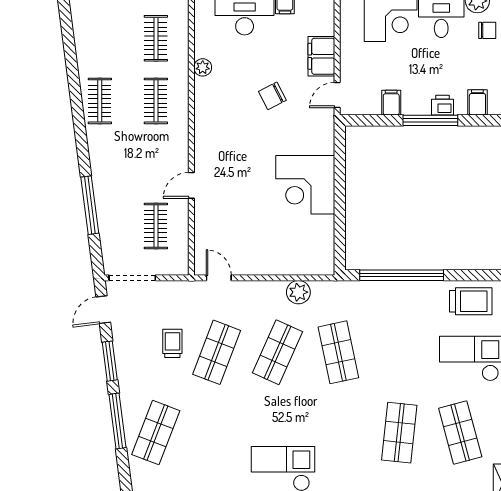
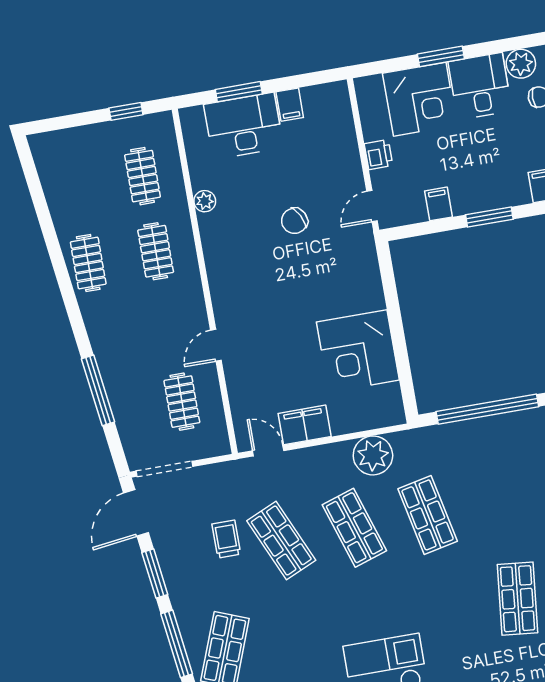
filing cabinet: (321, 56) -> (305, 425), moved, turned 90
printer: (442, 105) -> (378, 155), moved, turned 90
window: (430, 120) -> (489, 217), width x0.69
corner desk: (305, 185) -> (358, 351), moved
plant: (298, 292) -> (373, 455), width x1.36, depth x1.36
door: (103, 310) -> (136, 513), width x1.38
shop shelf: (217, 352) -> (281, 540), turned -45
shop shelf: (278, 352) -> (354, 528), turned -42

